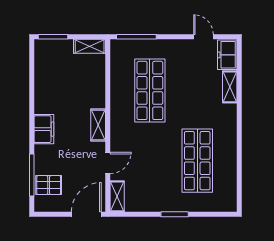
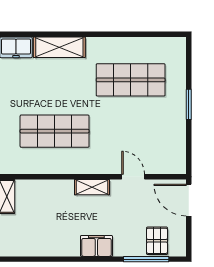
shelving: (230, 87) -> (59, 47), width x1.50, depth x1.33
shelving: (117, 196) -> (169, 167), removed

